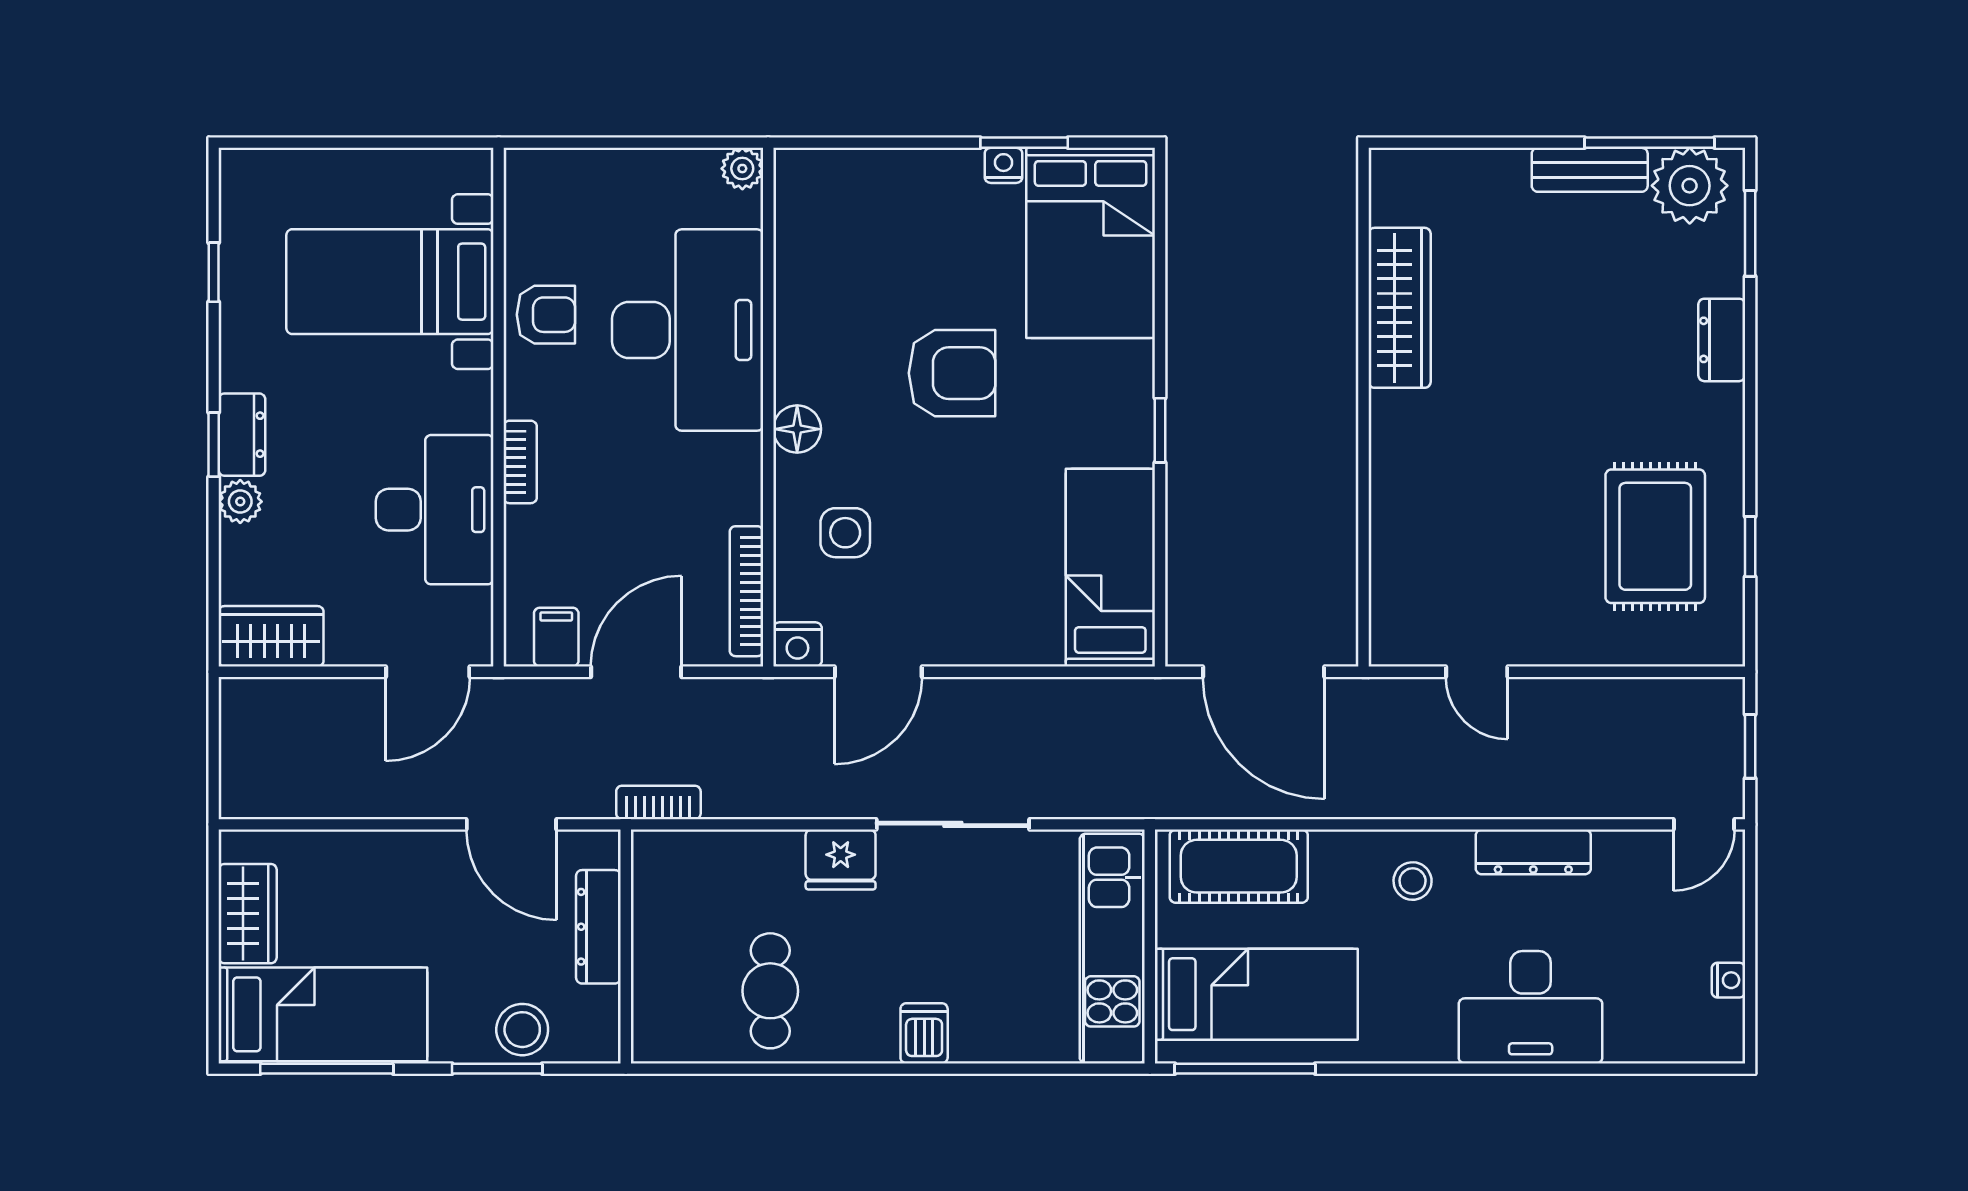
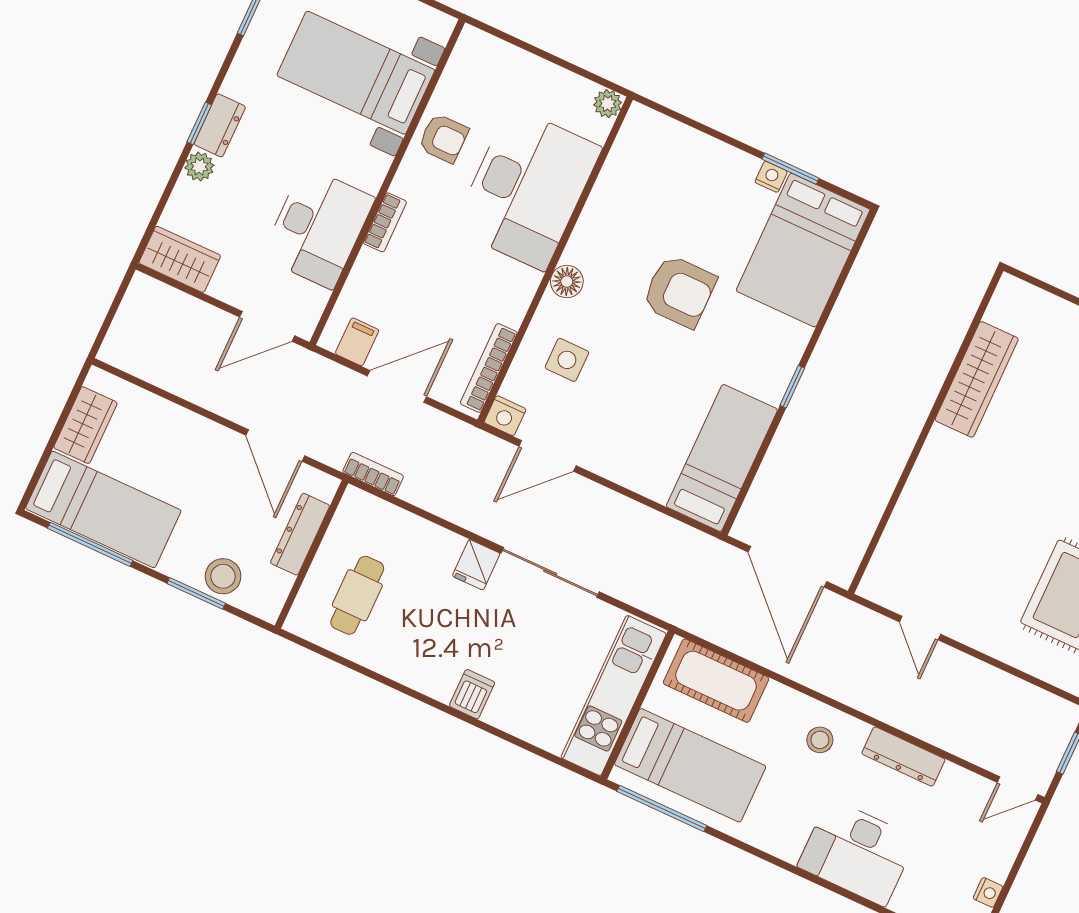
fridge: (841, 859) -> (476, 565), width x0.72
cafe table: (770, 991) -> (357, 595), moved

